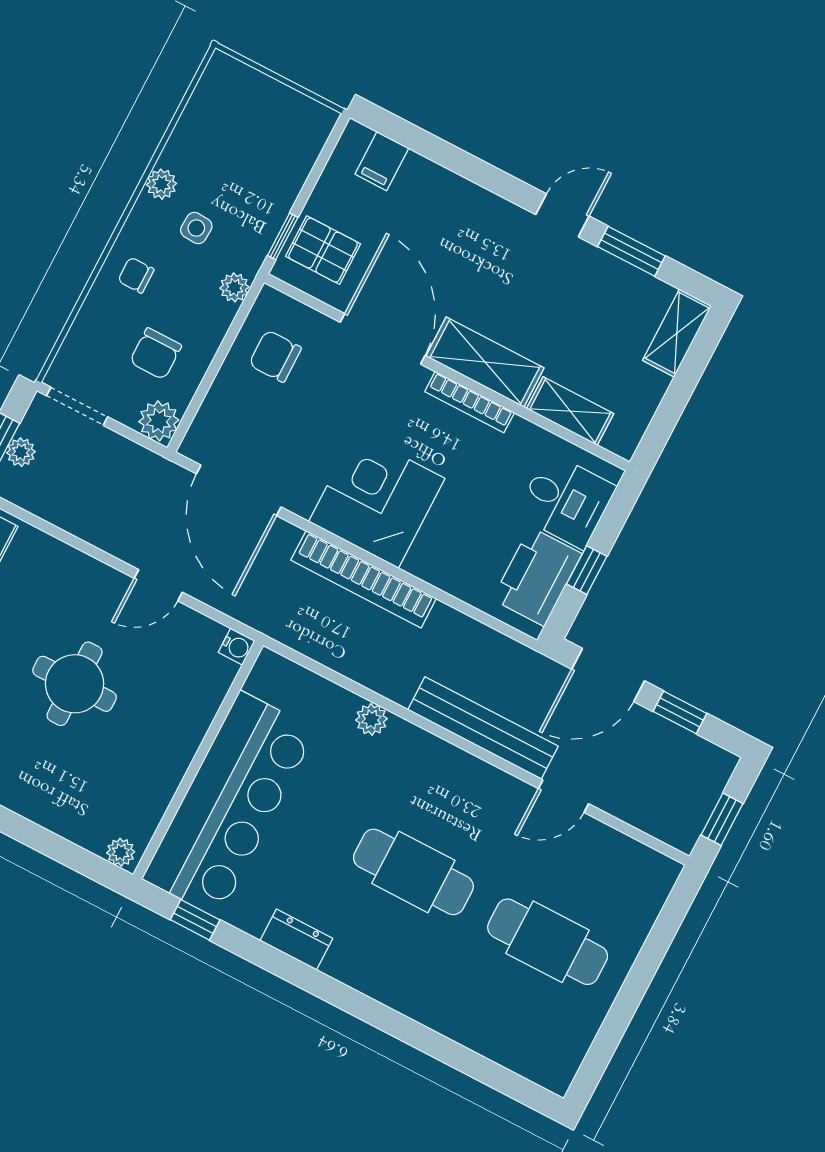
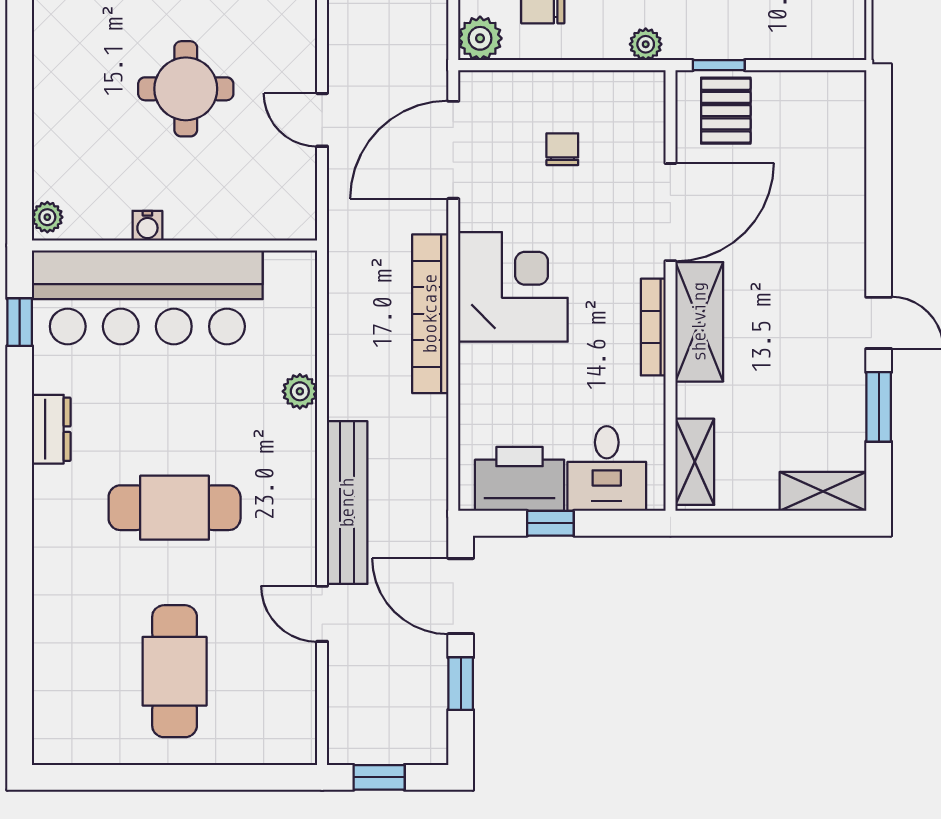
filing cabinet: (382, 161) -> (840, 123), removed
chair: (275, 356) -> (562, 149), moved, width x0.73, depth x0.73
shelving: (570, 411) -> (695, 462), moved
water cooler: (237, 647) -> (147, 226), moved
cafe table: (413, 872) -> (175, 508), turned 90

